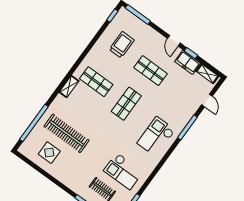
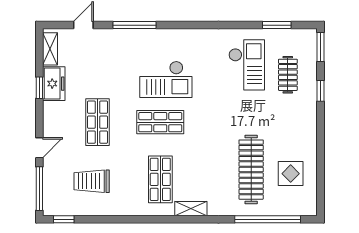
door: (174, 41) -> (39, 148), moved
checkout: (156, 137) -> (166, 79), moved

